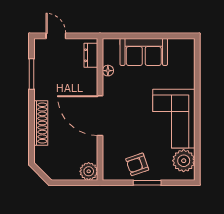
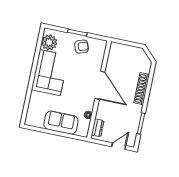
door: (56, 36) -> (119, 146), swing flipped
plant: (89, 171) -> (116, 49), removed

